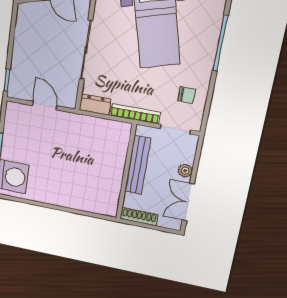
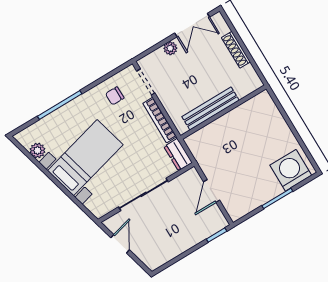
chair: (187, 95) -> (115, 96), turned -90
bench: (138, 165) -> (211, 108), moved
wall: (126, 172) -> (223, 112), moved

